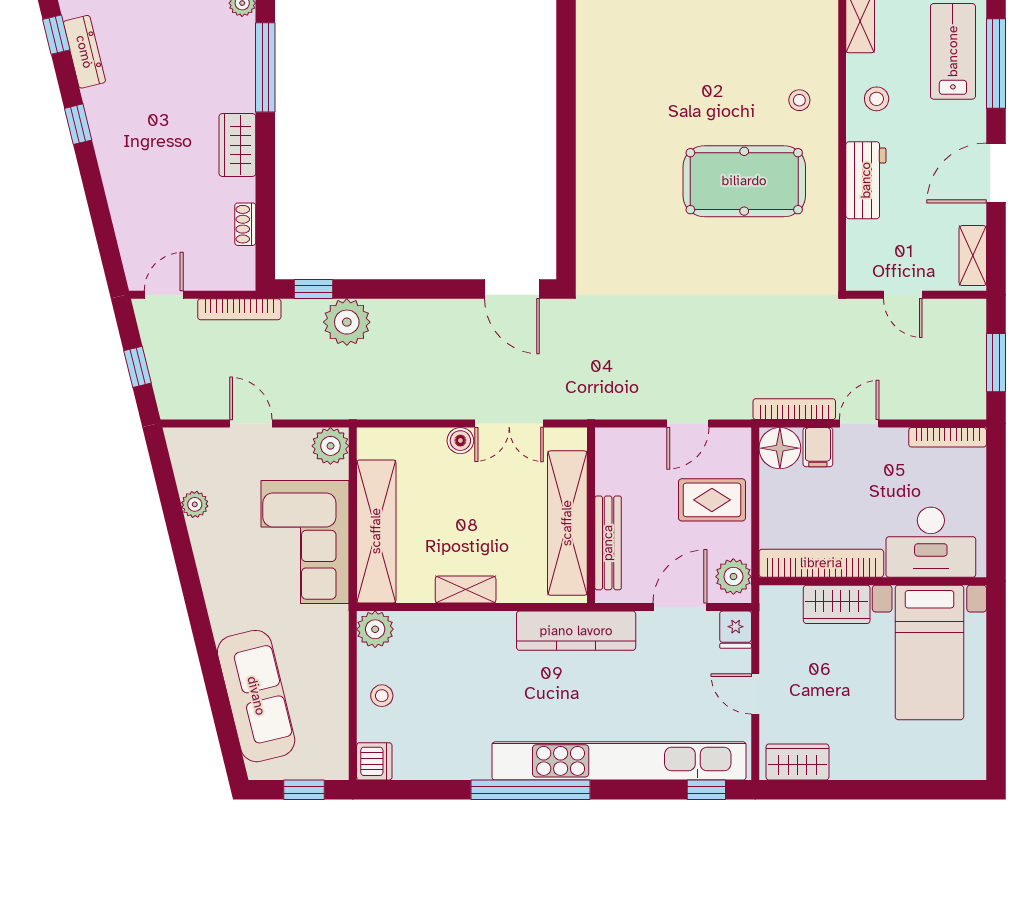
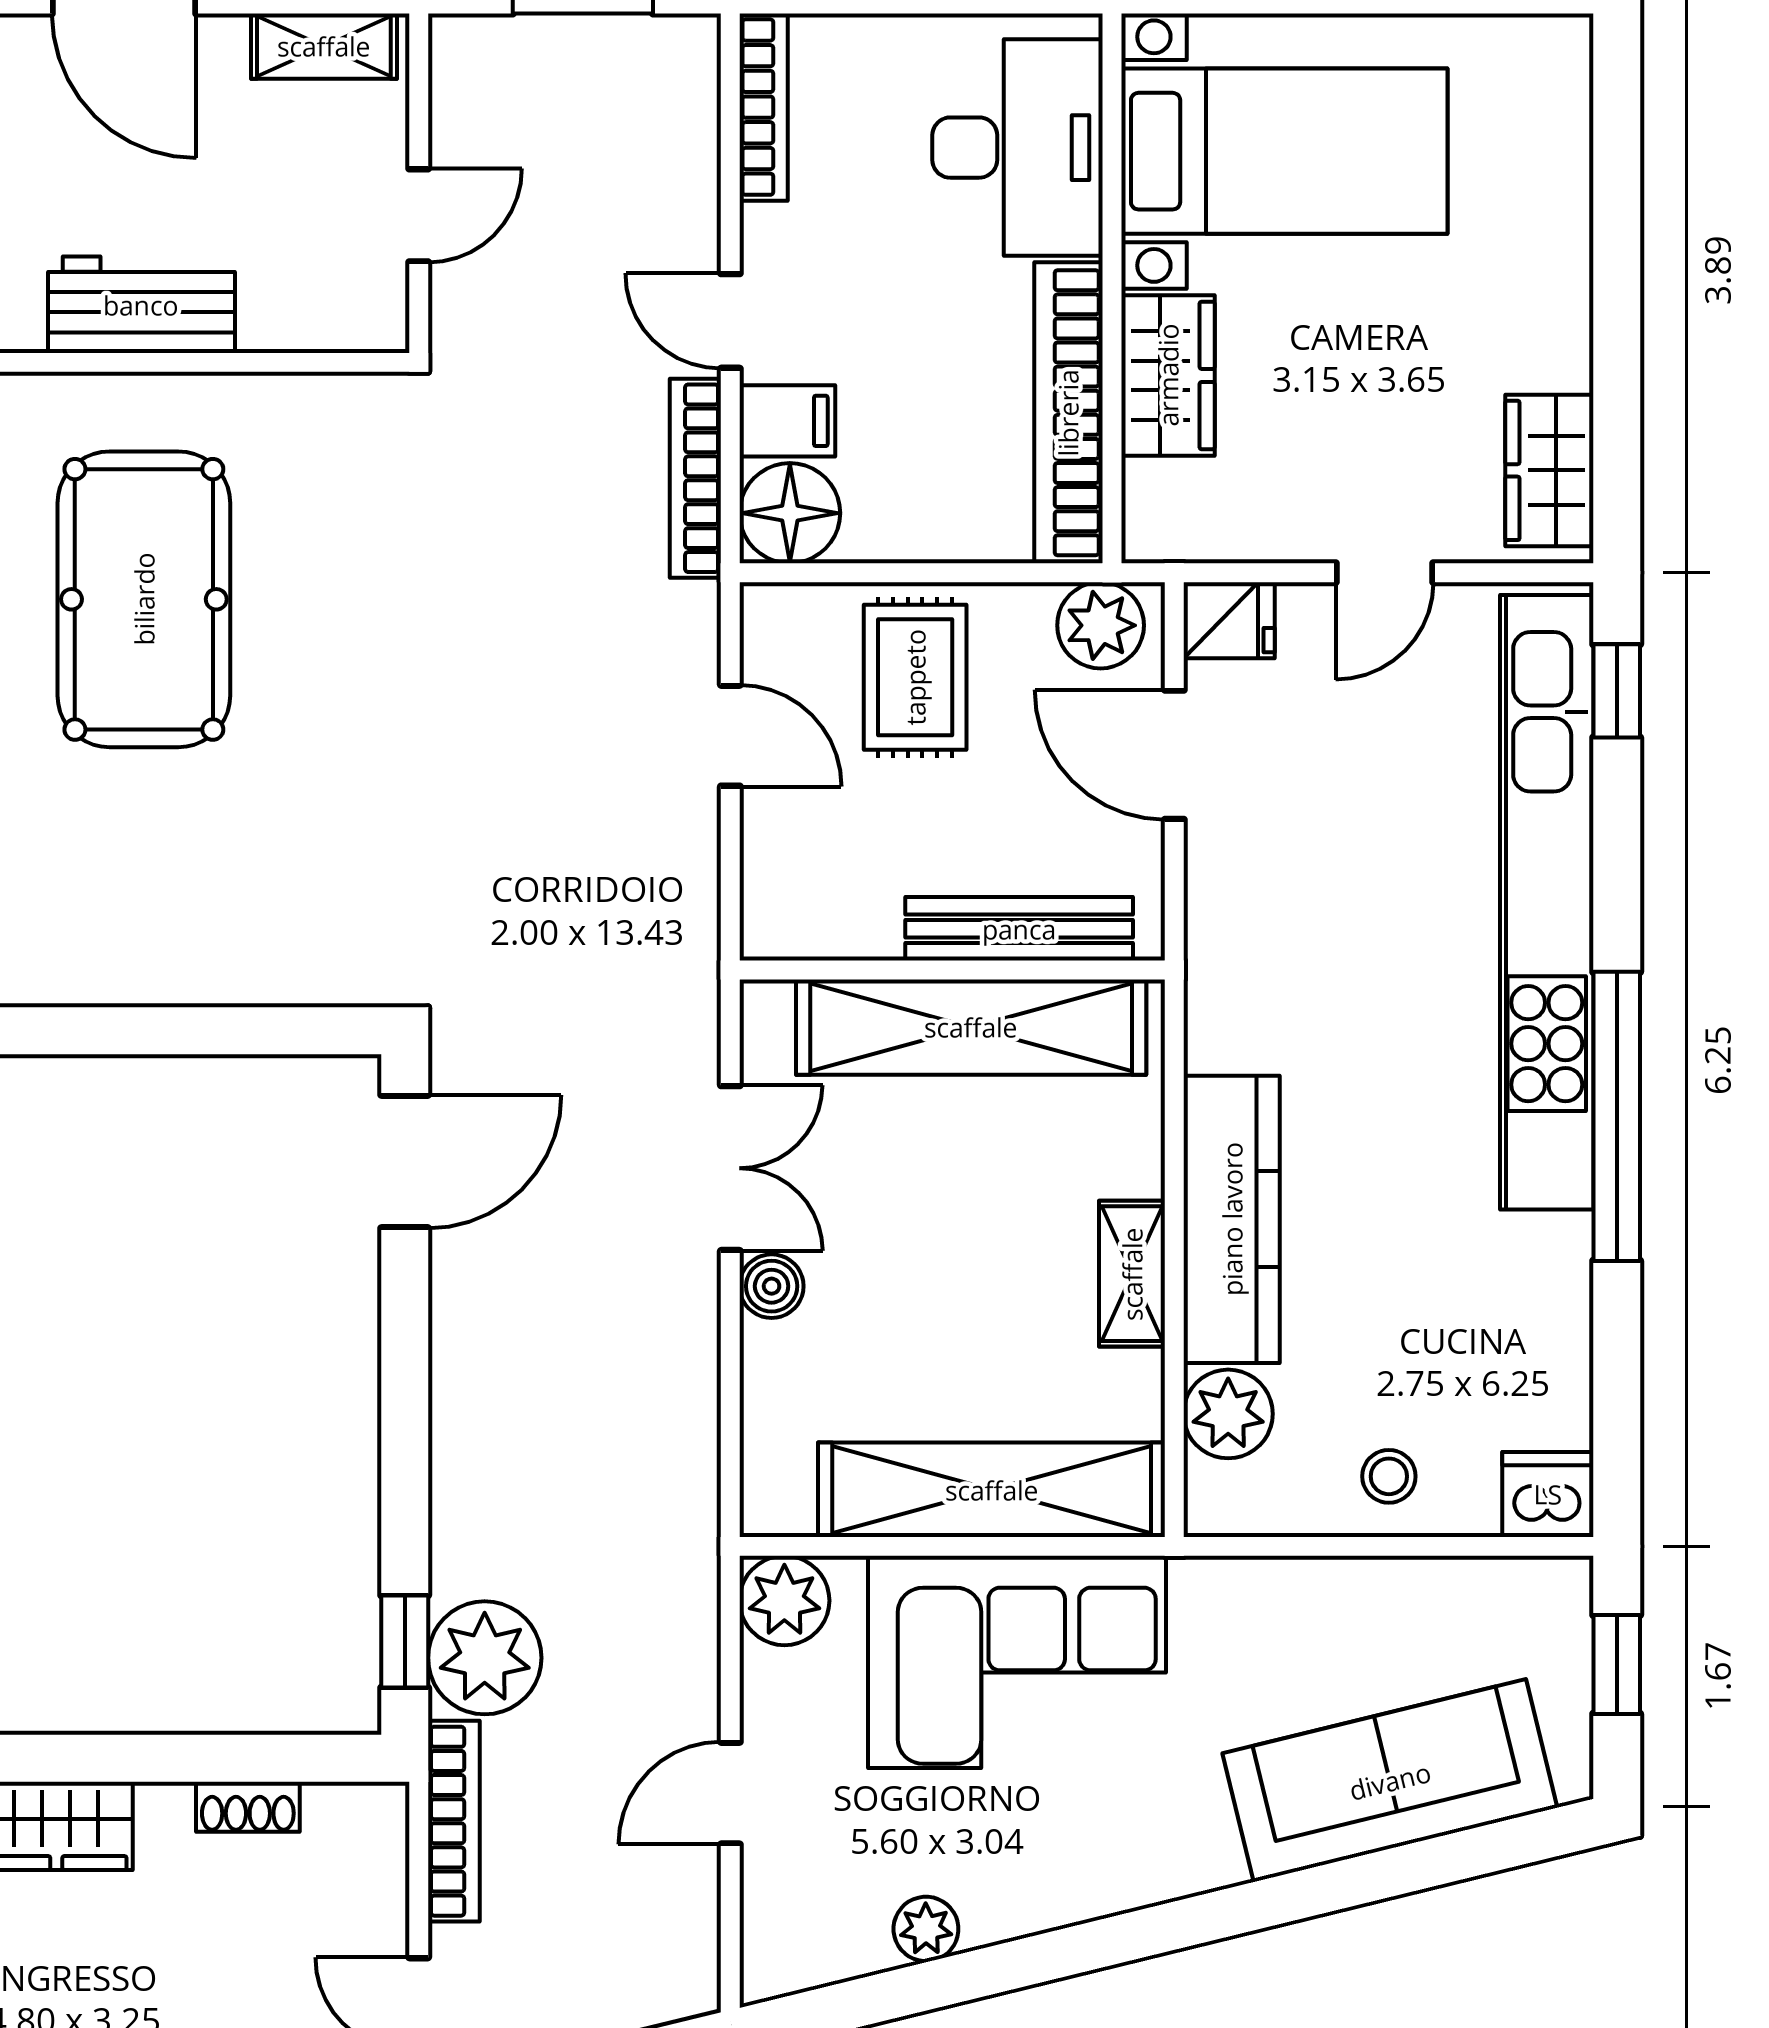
plant: (347, 322) -> (485, 1658), moved
plant: (375, 629) -> (1228, 1414), moved
kitchen counter: (576, 631) -> (1232, 1219), moved

